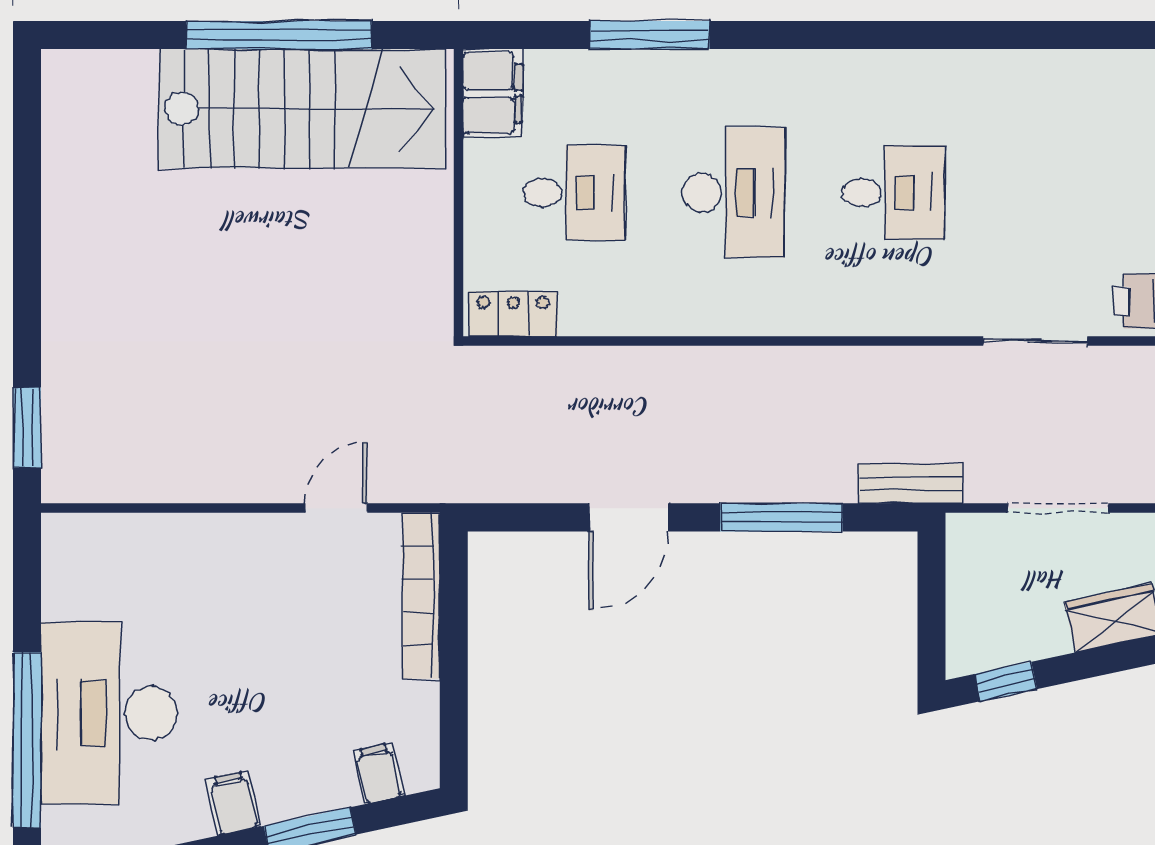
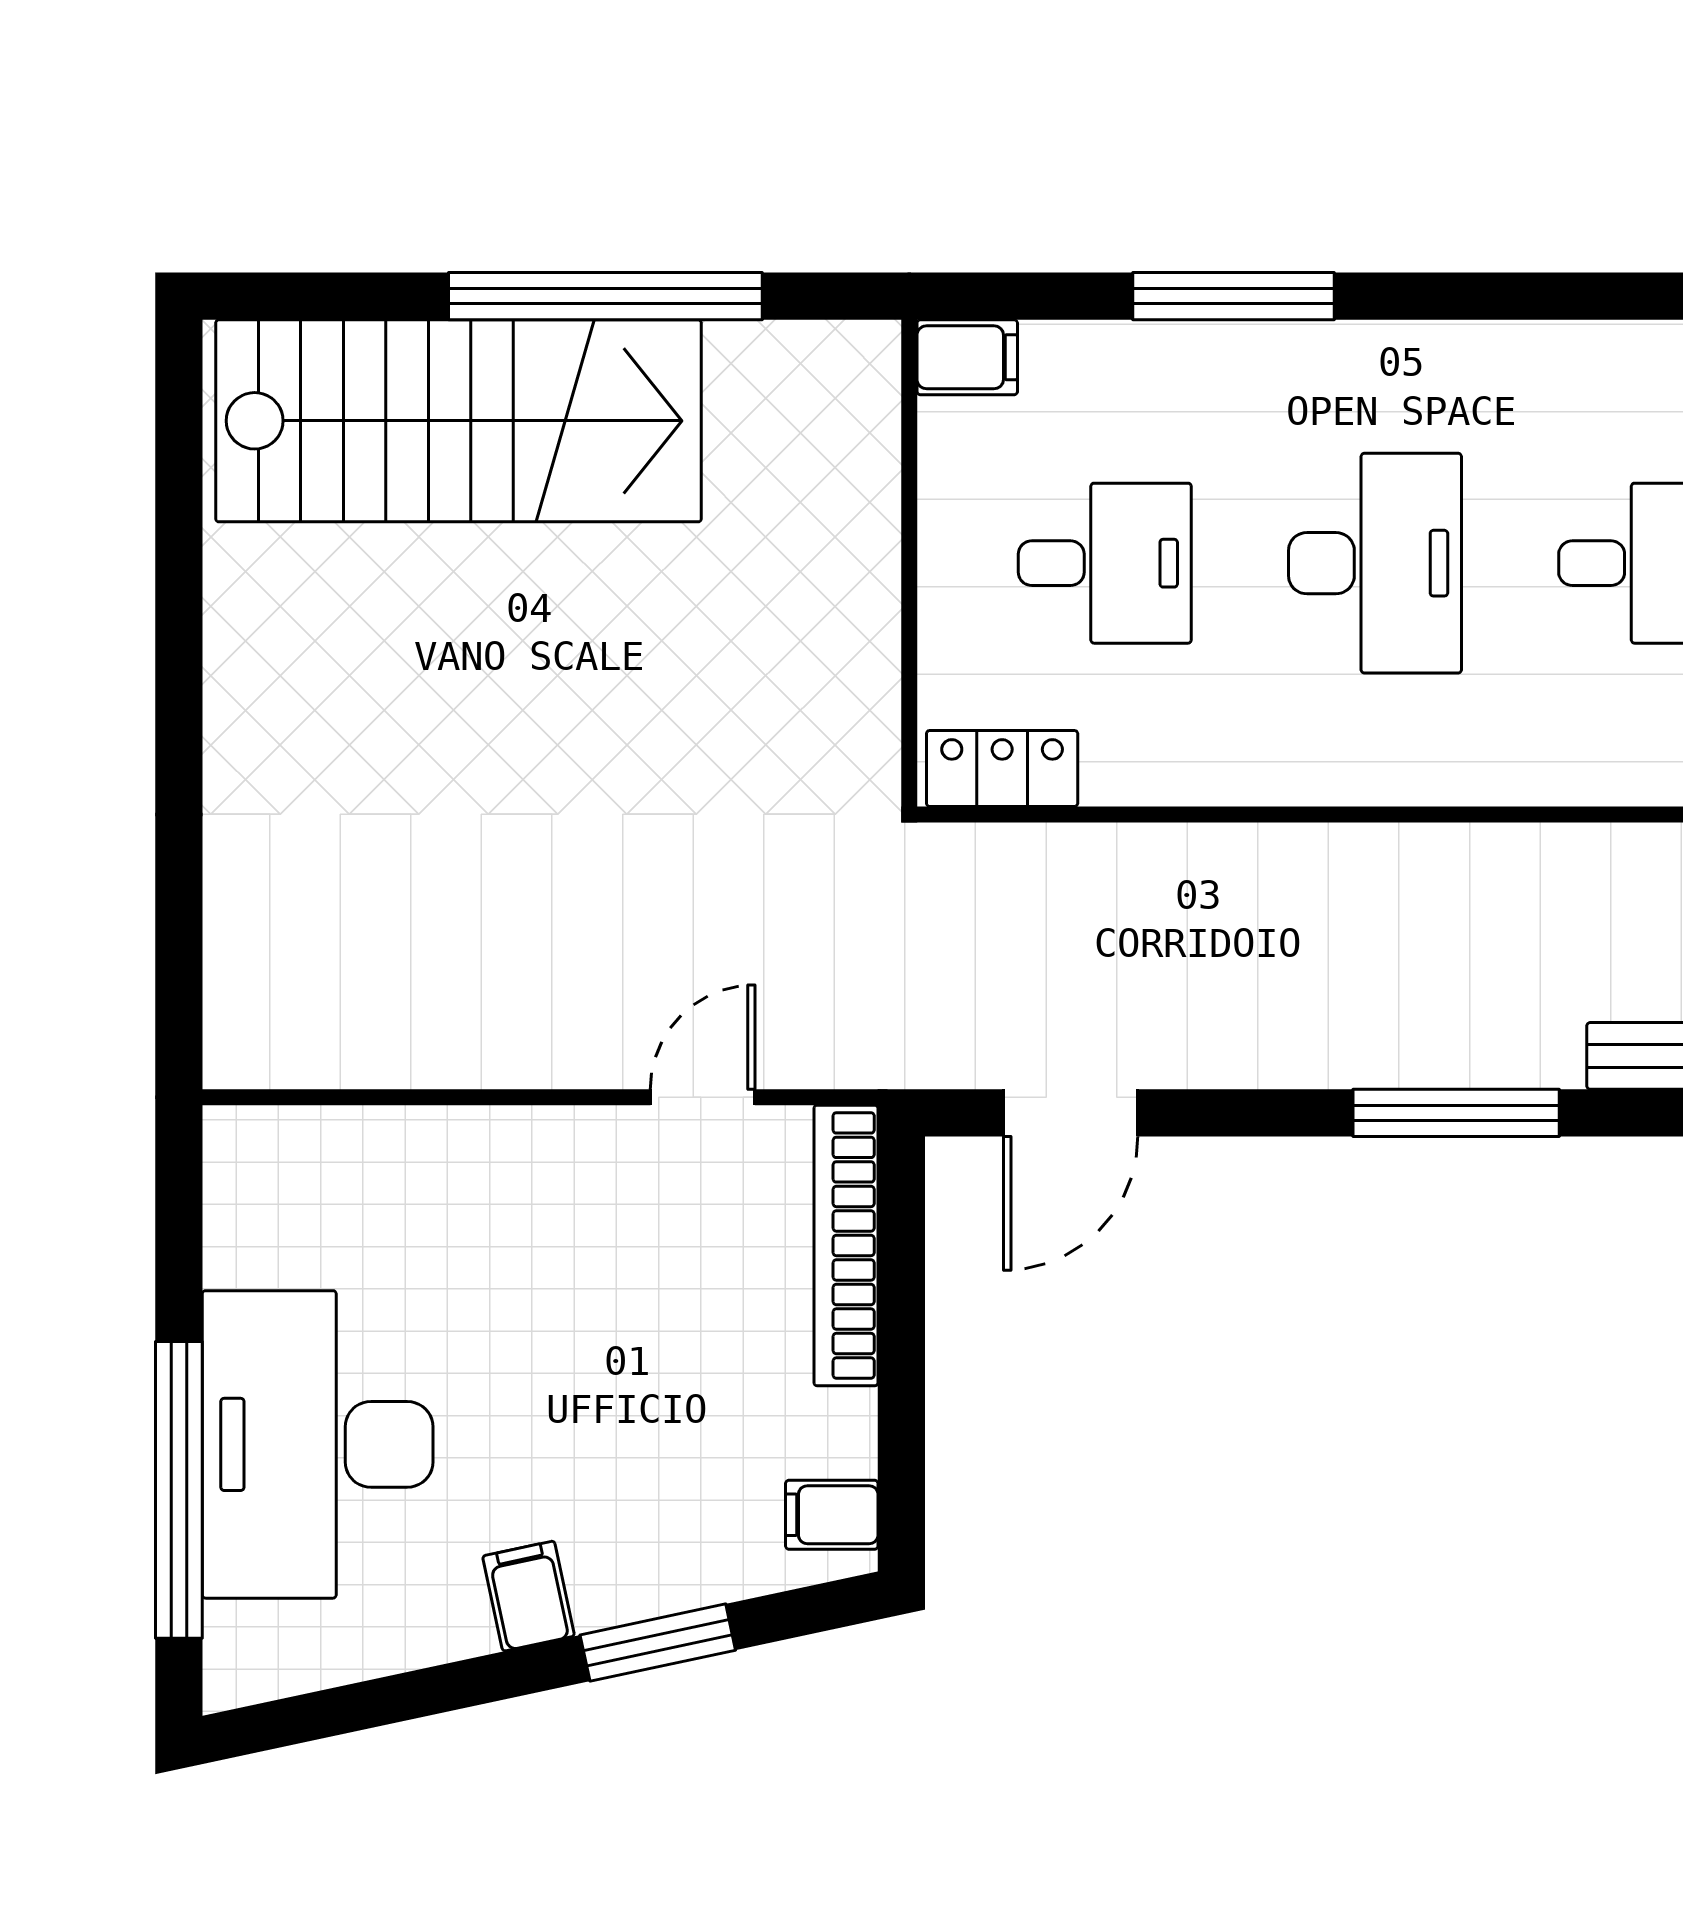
filing cabinet: (493, 93) -> (967, 357), width x0.50
stairs: (302, 109) -> (459, 421), moved
window: (27, 428) -> (179, 961), removed
door: (629, 517) -> (1071, 1113), moved
filing cabinet: (379, 773) -> (832, 1515), moved, turned -78

